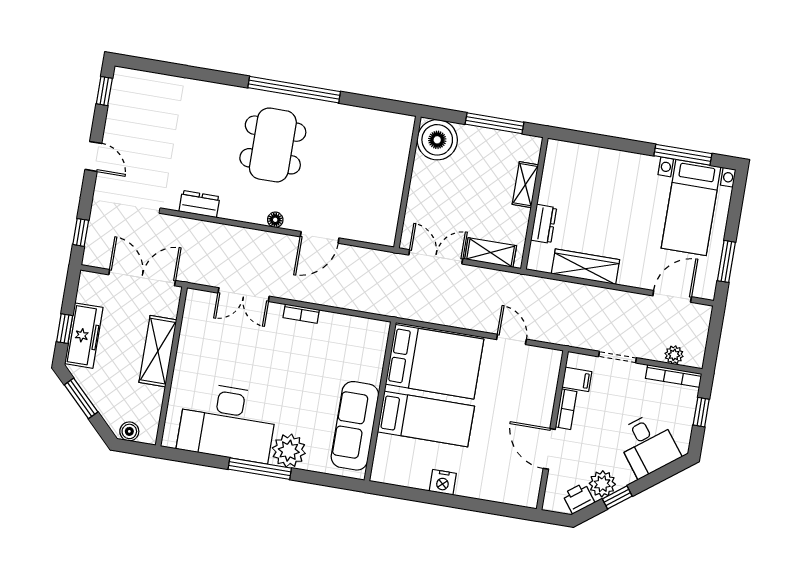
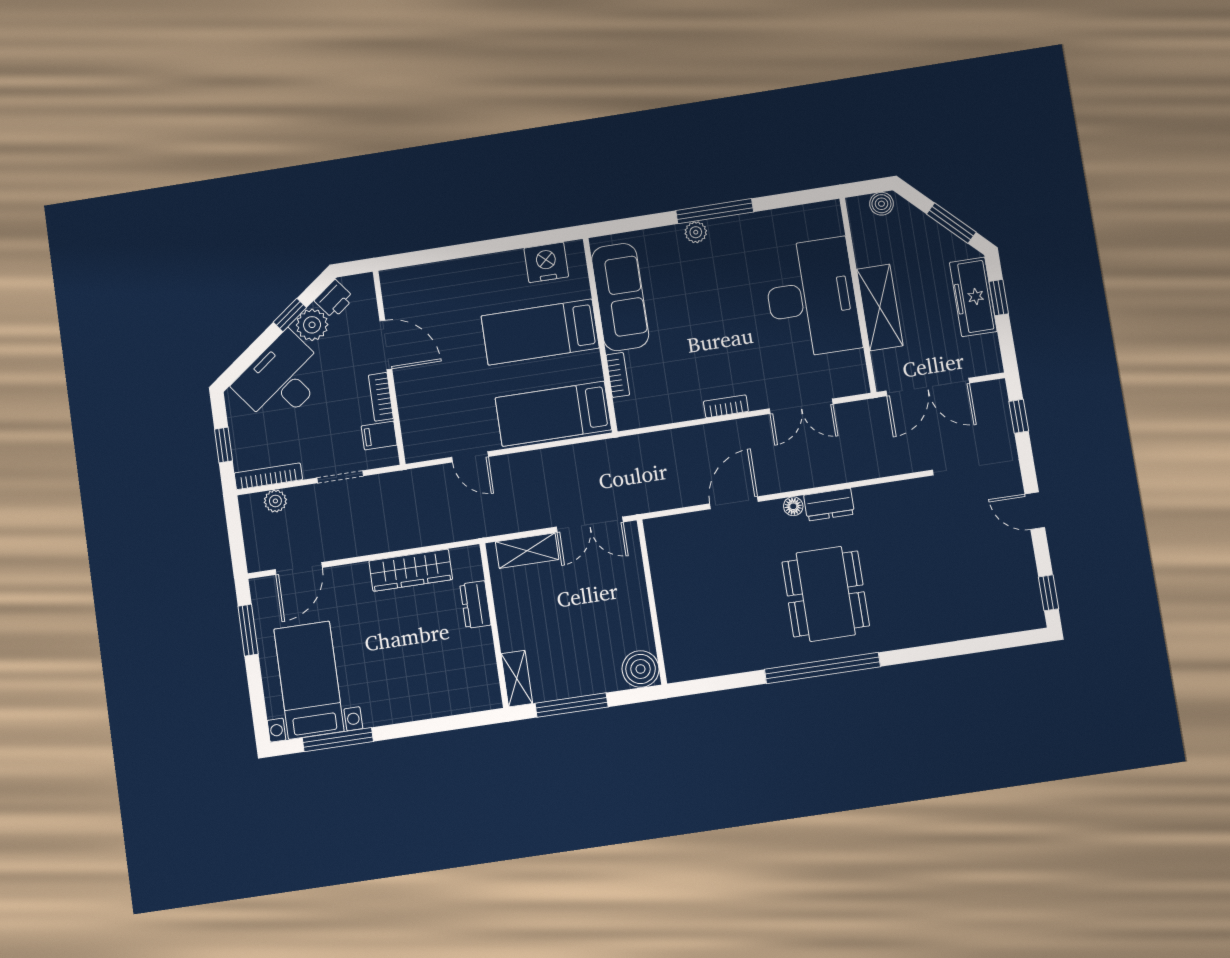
boiler: (437, 140) -> (641, 669), width x0.73, depth x0.73
shelving: (525, 185) -> (517, 679), moved
dresser: (199, 204) -> (829, 505), moved
double door: (244, 295) -> (801, 406), swing flipped
bed: (435, 362) -> (553, 414), width x0.67
bookcase: (377, 365) -> (618, 375), added
desk: (227, 422) -> (812, 298), moved, turned 90
desk: (648, 445) -> (281, 379), width x1.37
plant: (289, 451) -> (696, 232), width x0.53, depth x0.53
nightstand: (443, 482) -> (546, 262), moved, width x1.36, depth x1.33

